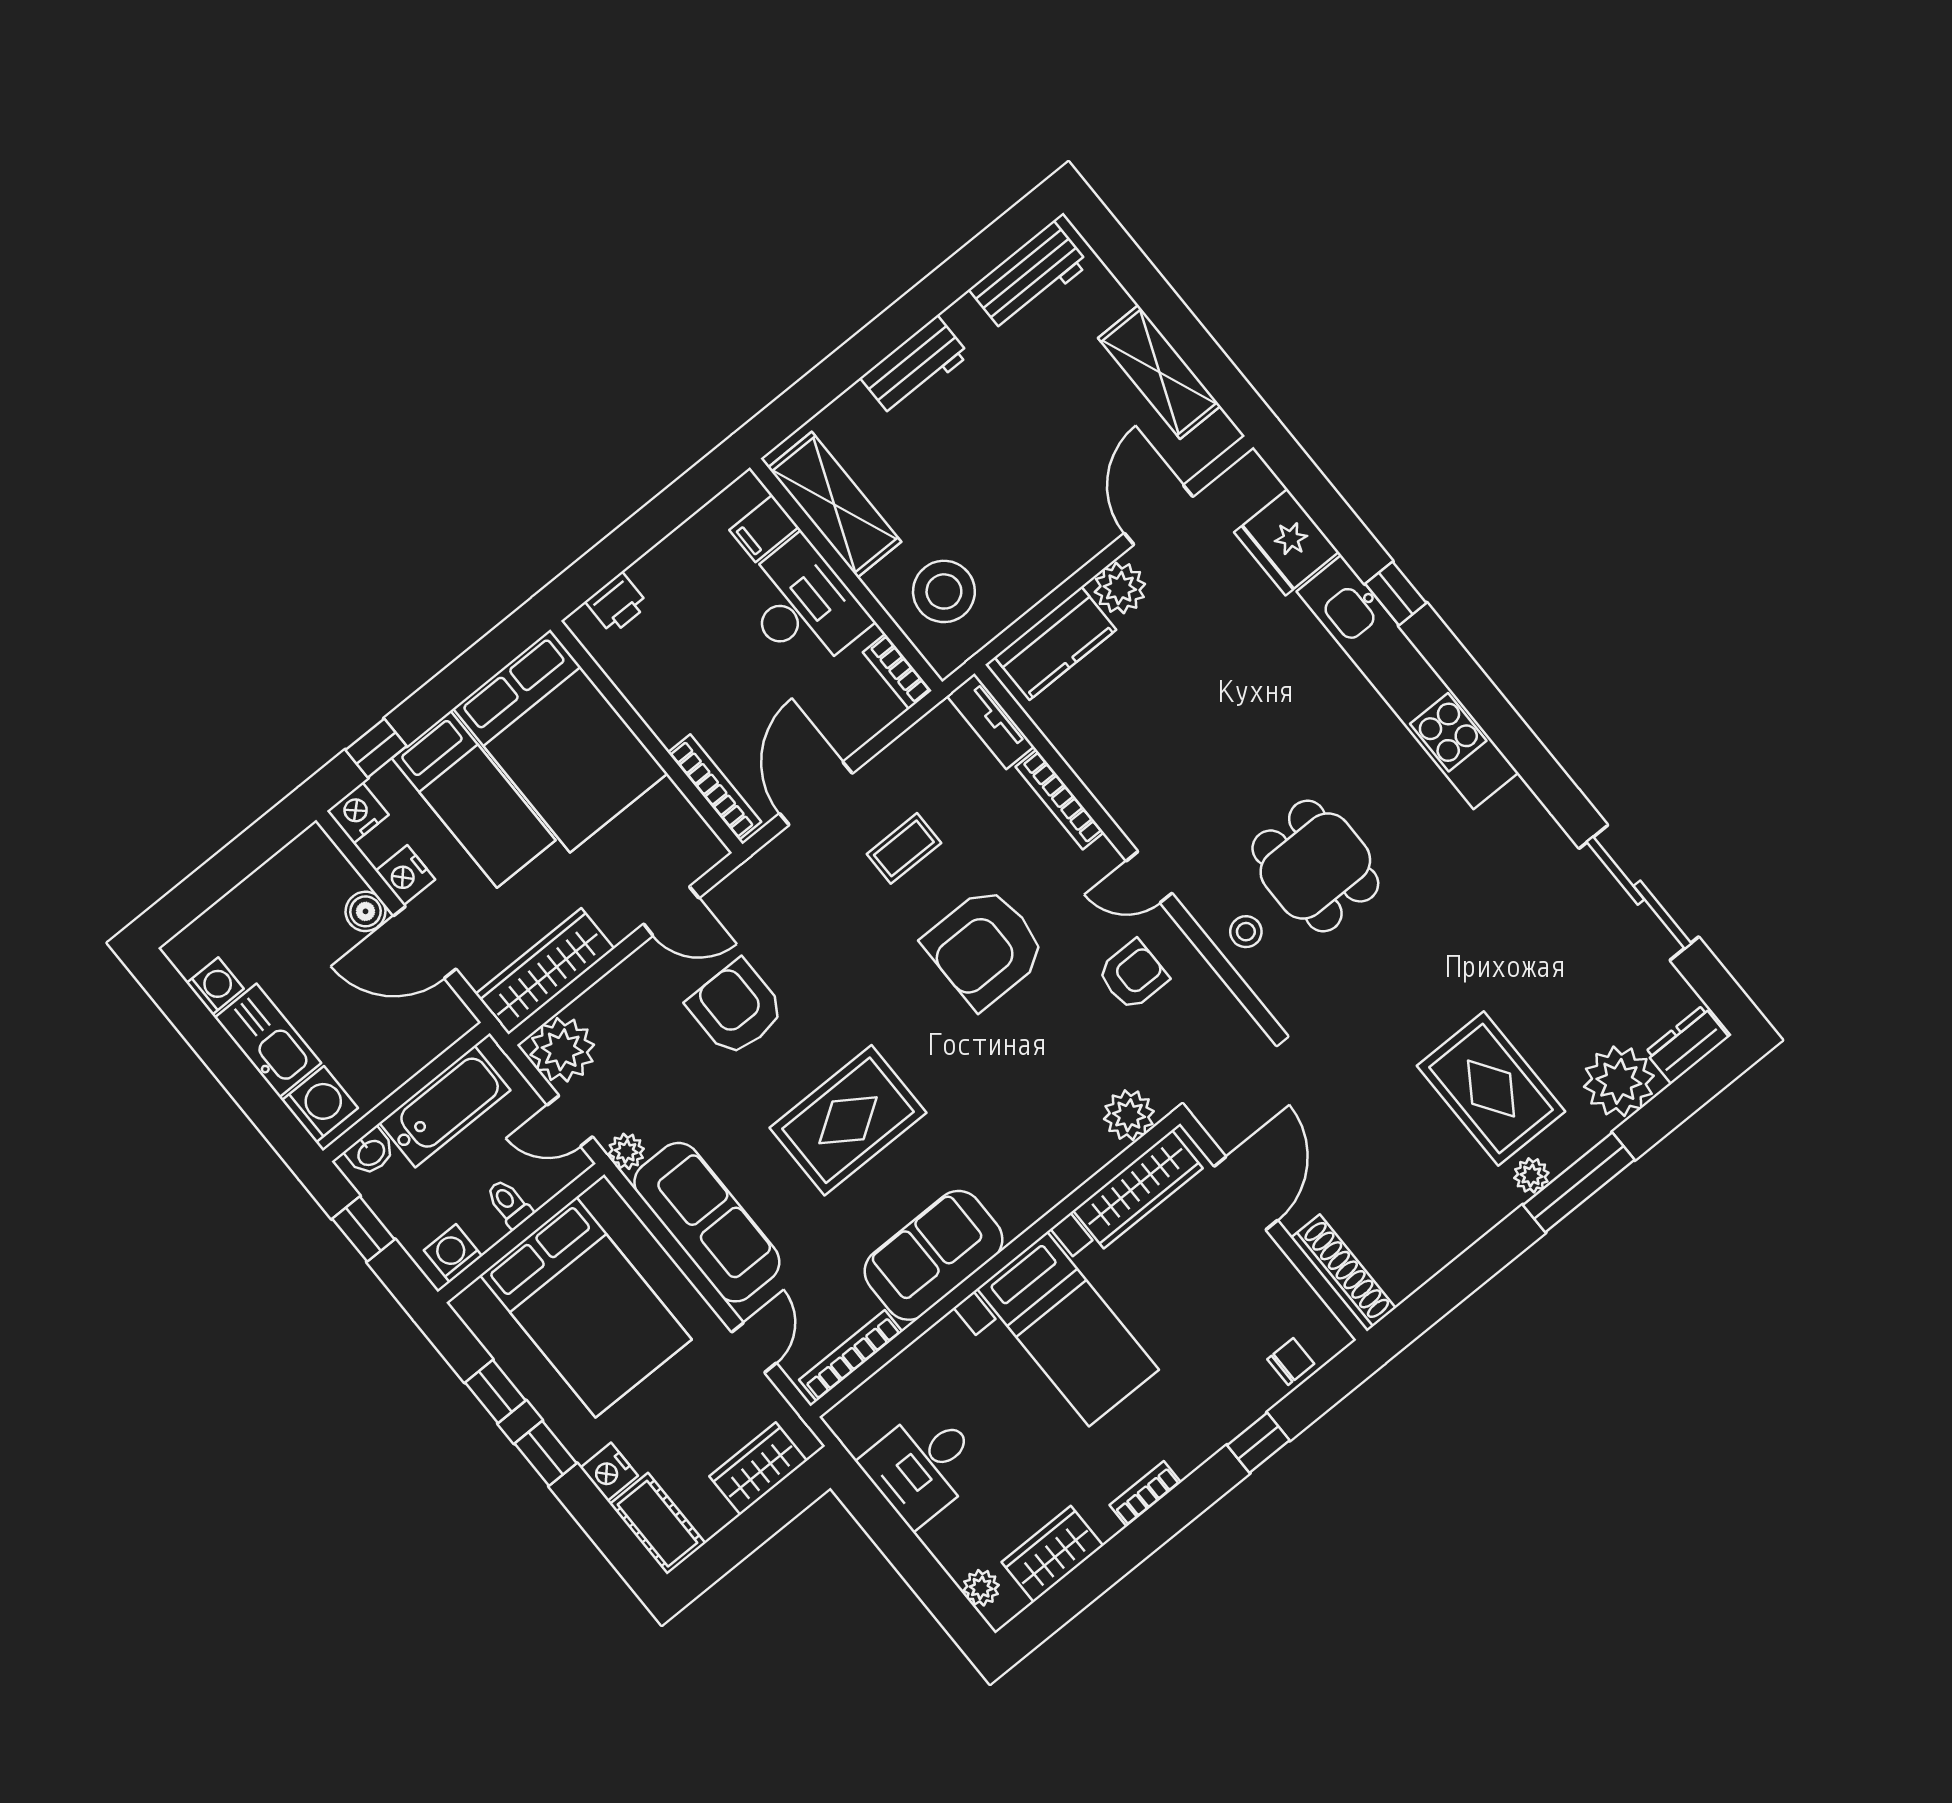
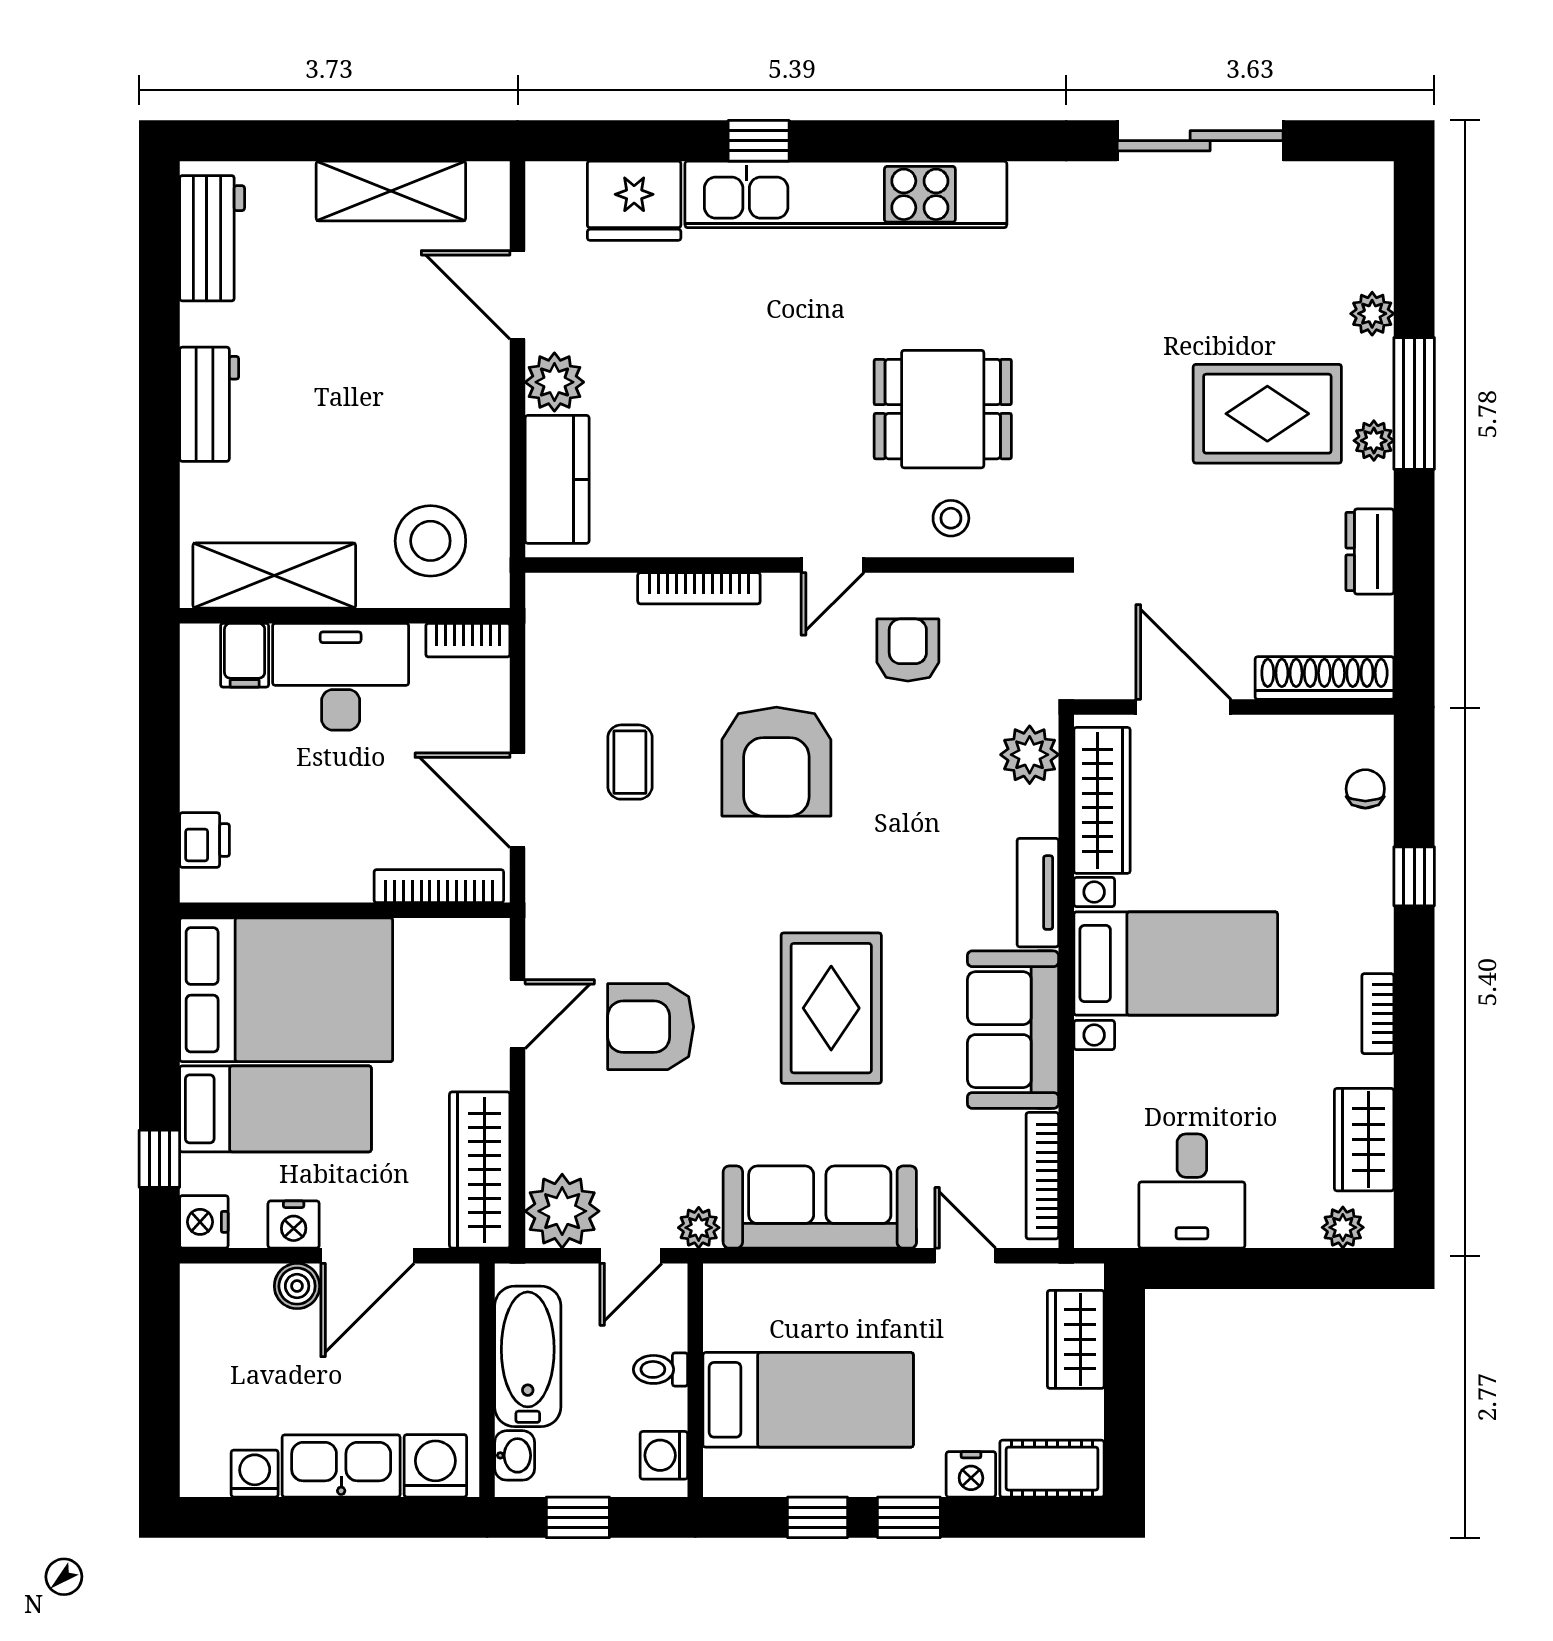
tv unit: (990, 721) -> (1038, 893), moved, turned 90
dresser: (1687, 1044) -> (1370, 552), moved
plant: (1619, 1081) -> (1372, 314), width x0.53, depth x0.53
bed: (586, 1307) -> (808, 1400), width x0.67

